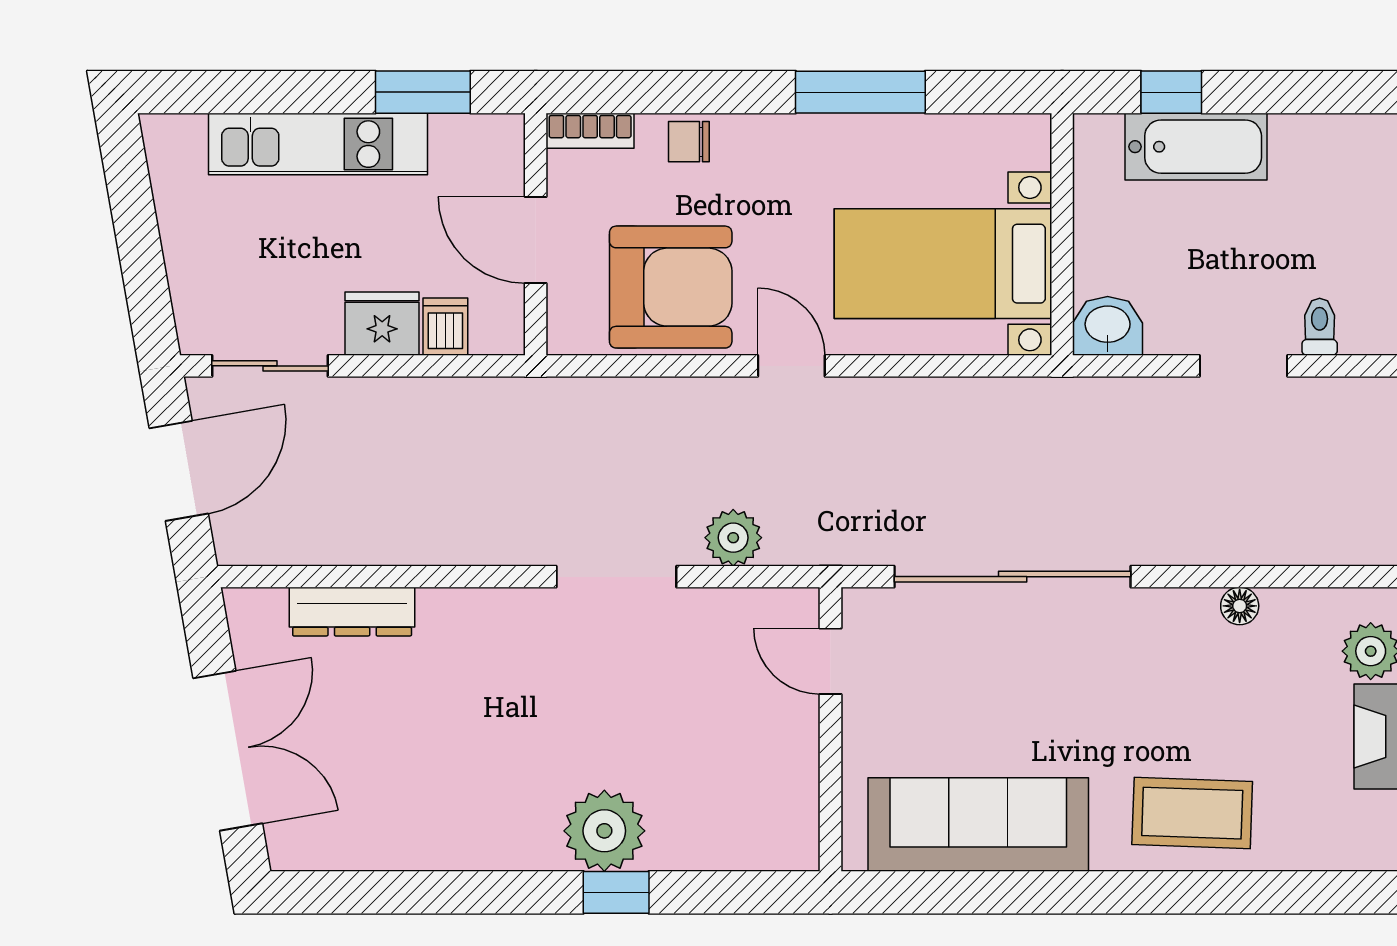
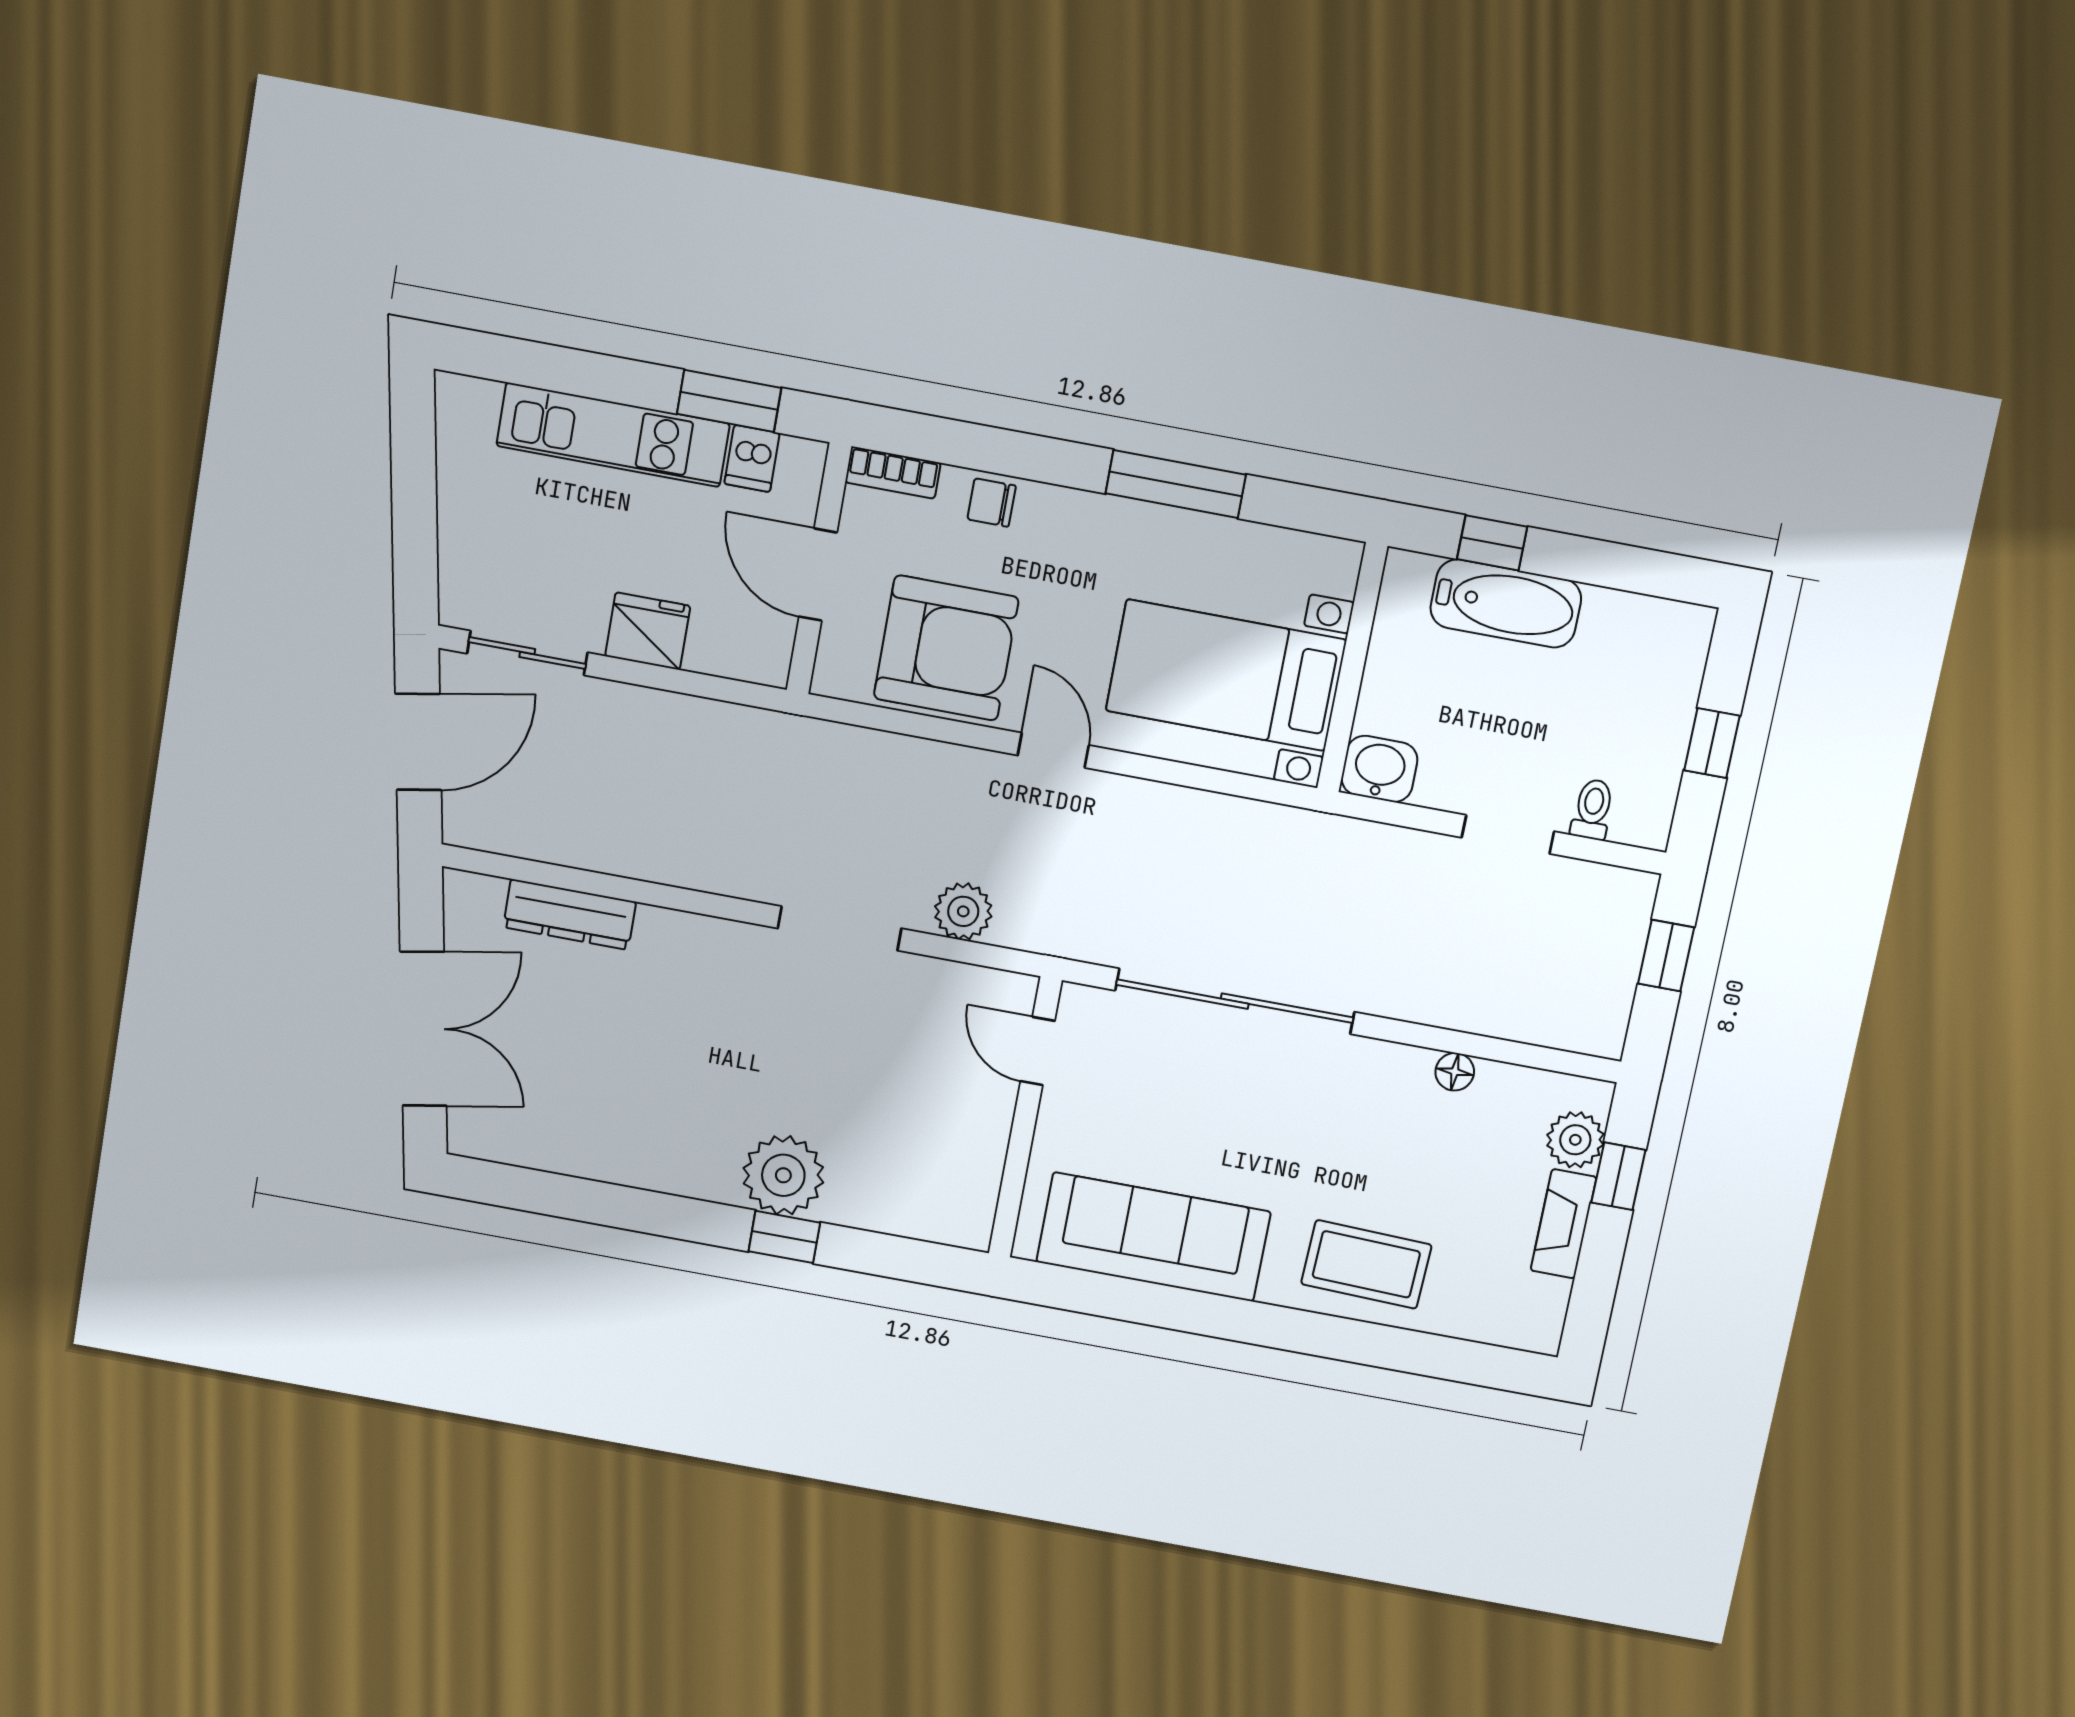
dishwasher: (445, 327) -> (752, 458), moved, turned 180

